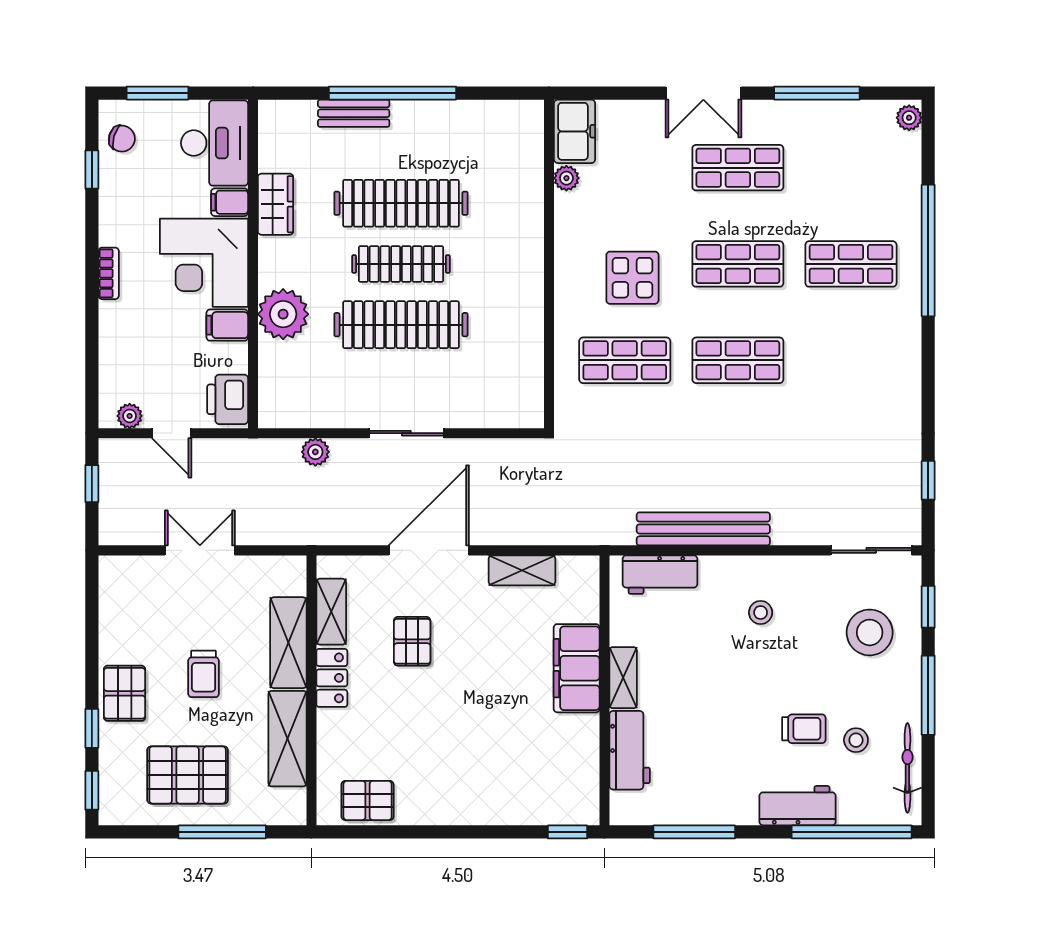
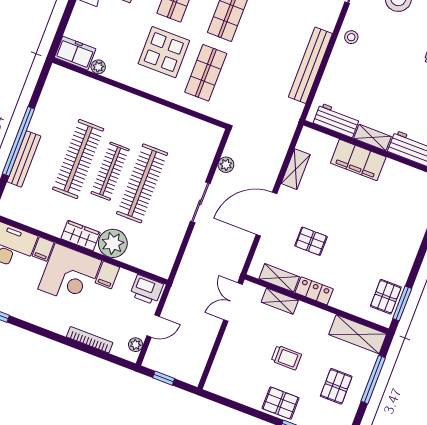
bench: (354, 113) -> (24, 159), width x1.36
wardrobe: (276, 204) -> (80, 236), moved
bookcase: (109, 273) -> (90, 340), moved, width x1.56
display table: (632, 278) -> (164, 52), width x1.36, depth x1.36
plant: (315, 452) -> (226, 165), moved
double door: (200, 550) -> (233, 302), moved
door: (429, 550) -> (266, 214), hinge flipped
workbench: (660, 575) -> (336, 120), moved, turned -90
stool: (761, 613) -> (351, 37), moved
shelving: (288, 643) -> (280, 301), width x0.67, depth x0.75
shelving: (287, 739) -> (358, 334), moved
pallet: (188, 775) -> (336, 386), width x0.67, depth x0.71
window: (367, 832) -> (402, 303), added

